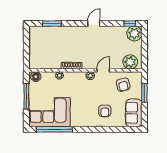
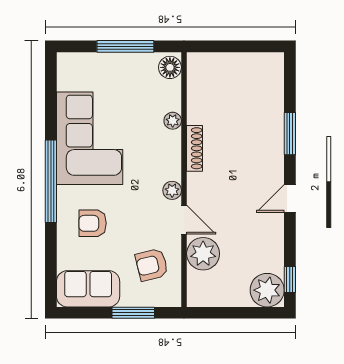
window: (52, 24) -> (290, 134), moved
door: (94, 24) -> (290, 199), swing flipped
plant: (130, 62) -> (203, 254), moved
corner sofa: (50, 112) -> (90, 138), moved
window: (55, 129) -> (51, 181), moved

